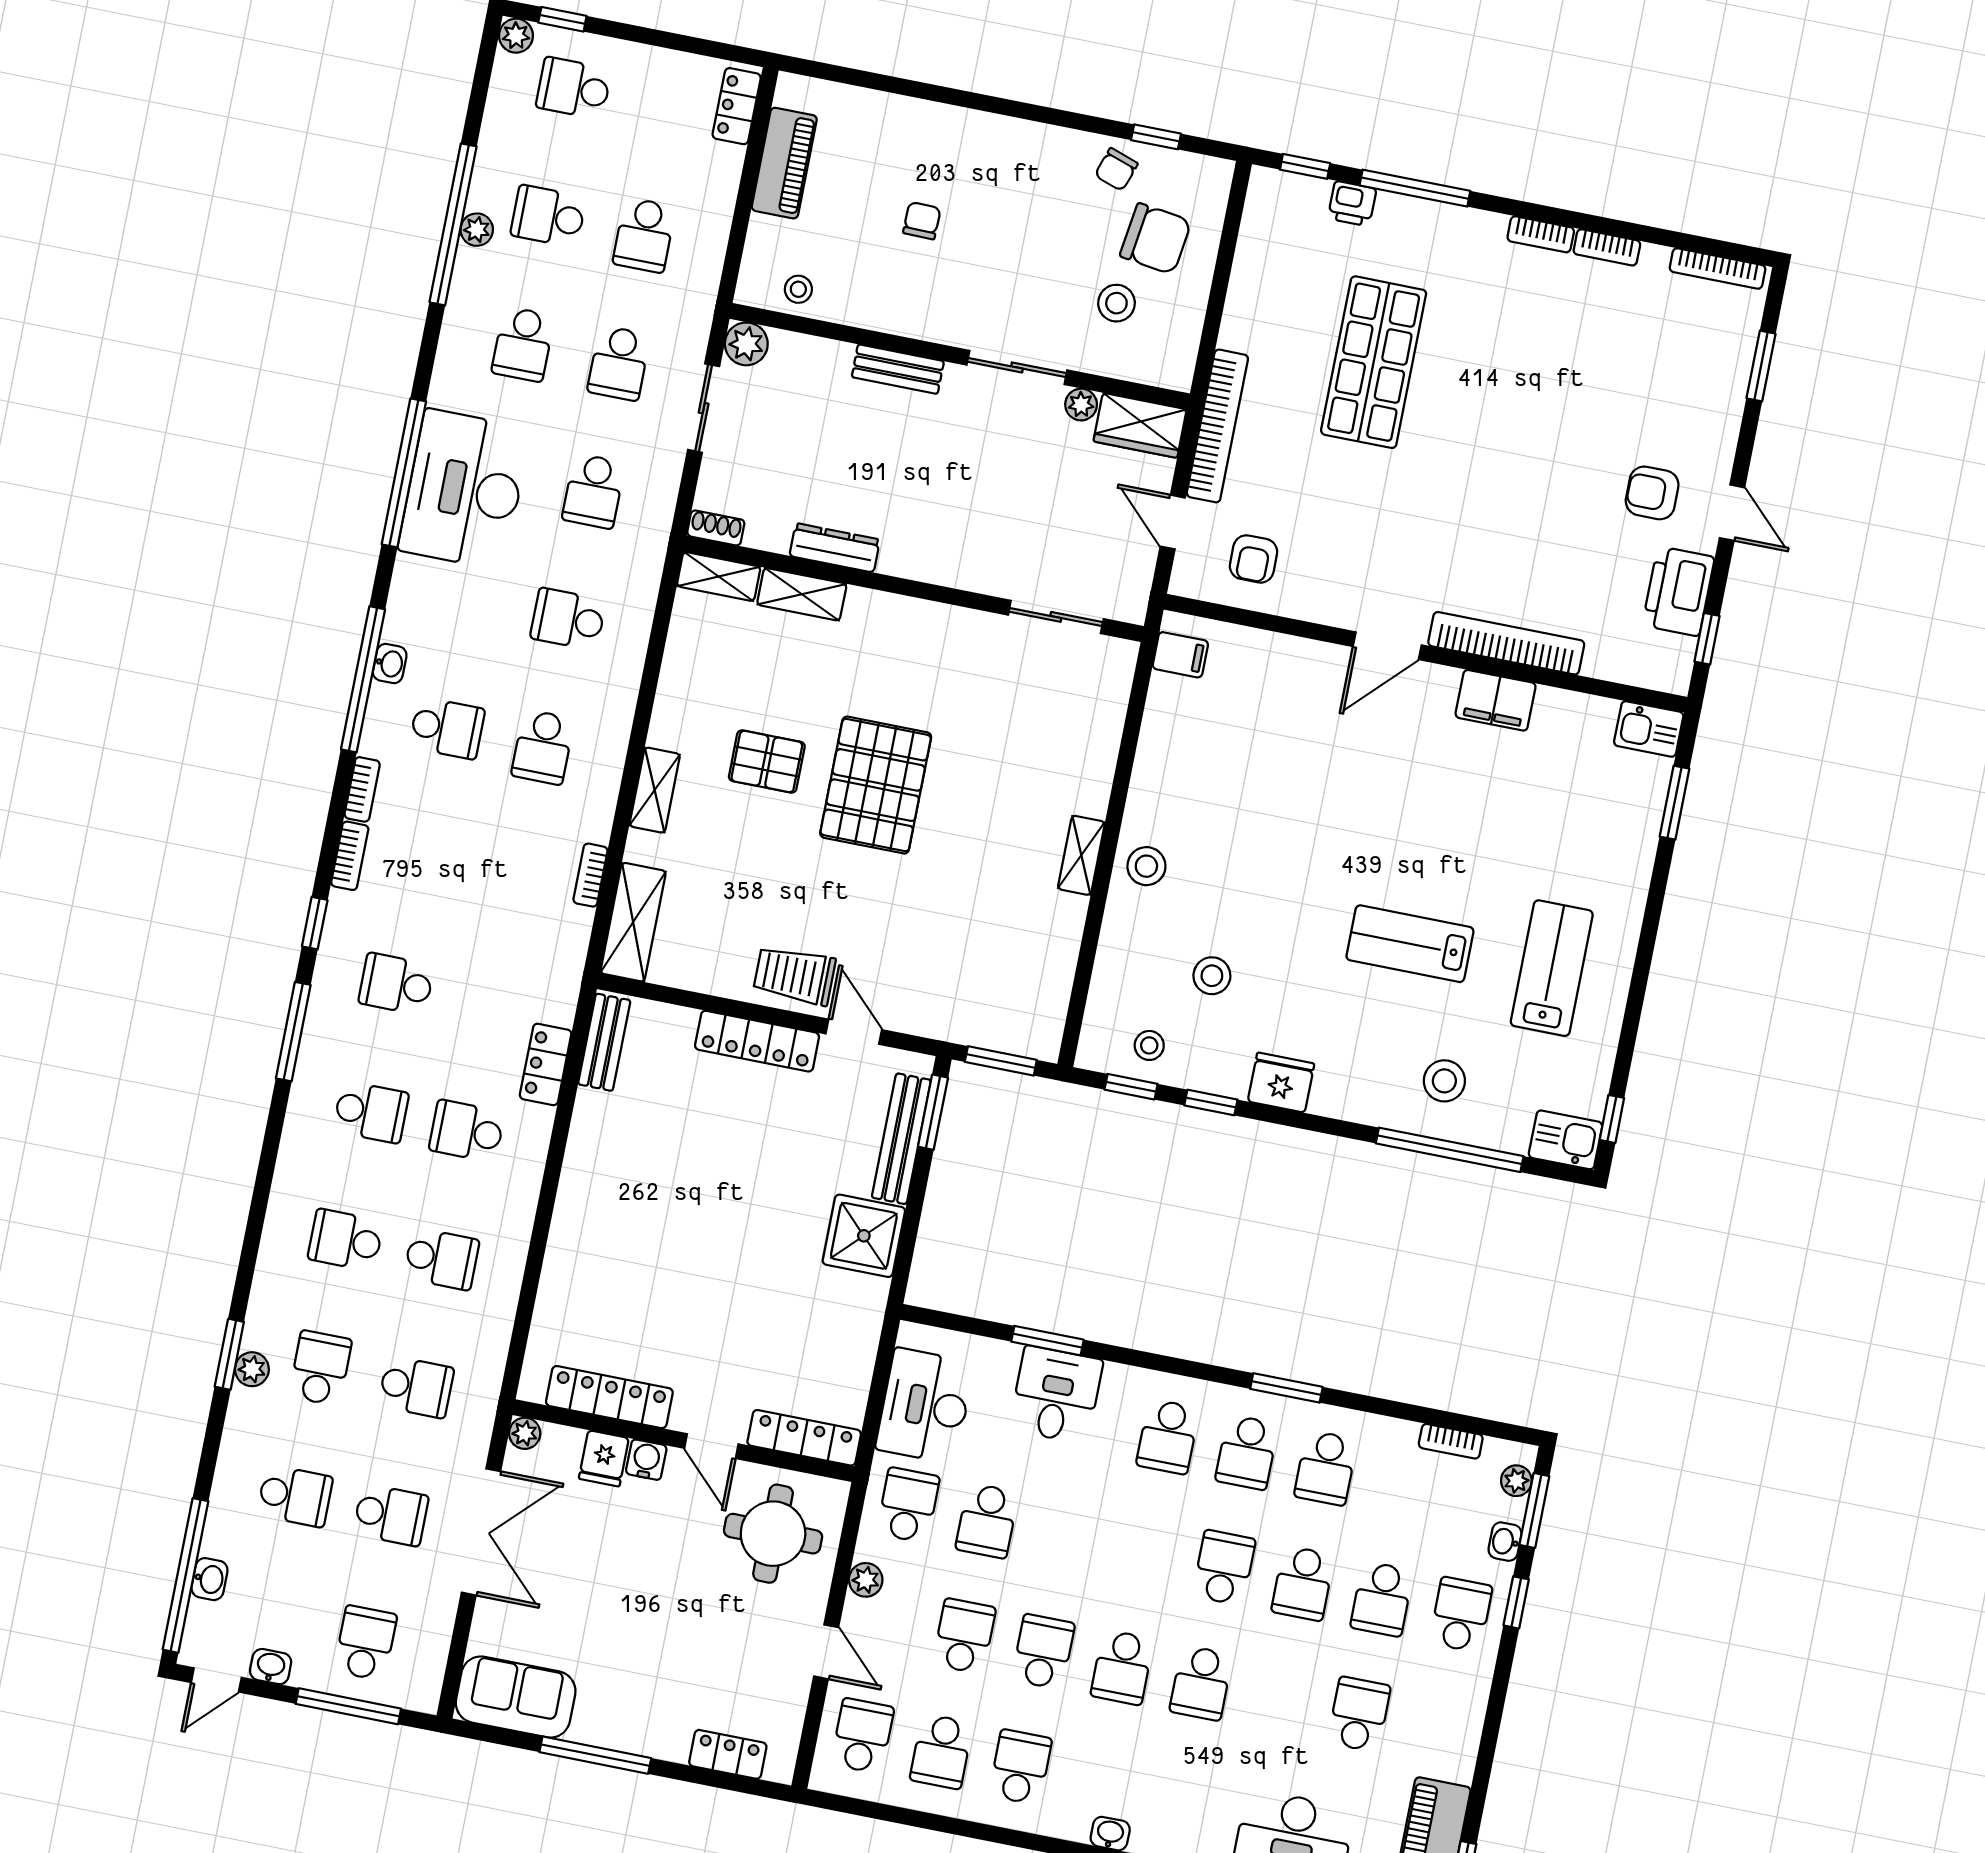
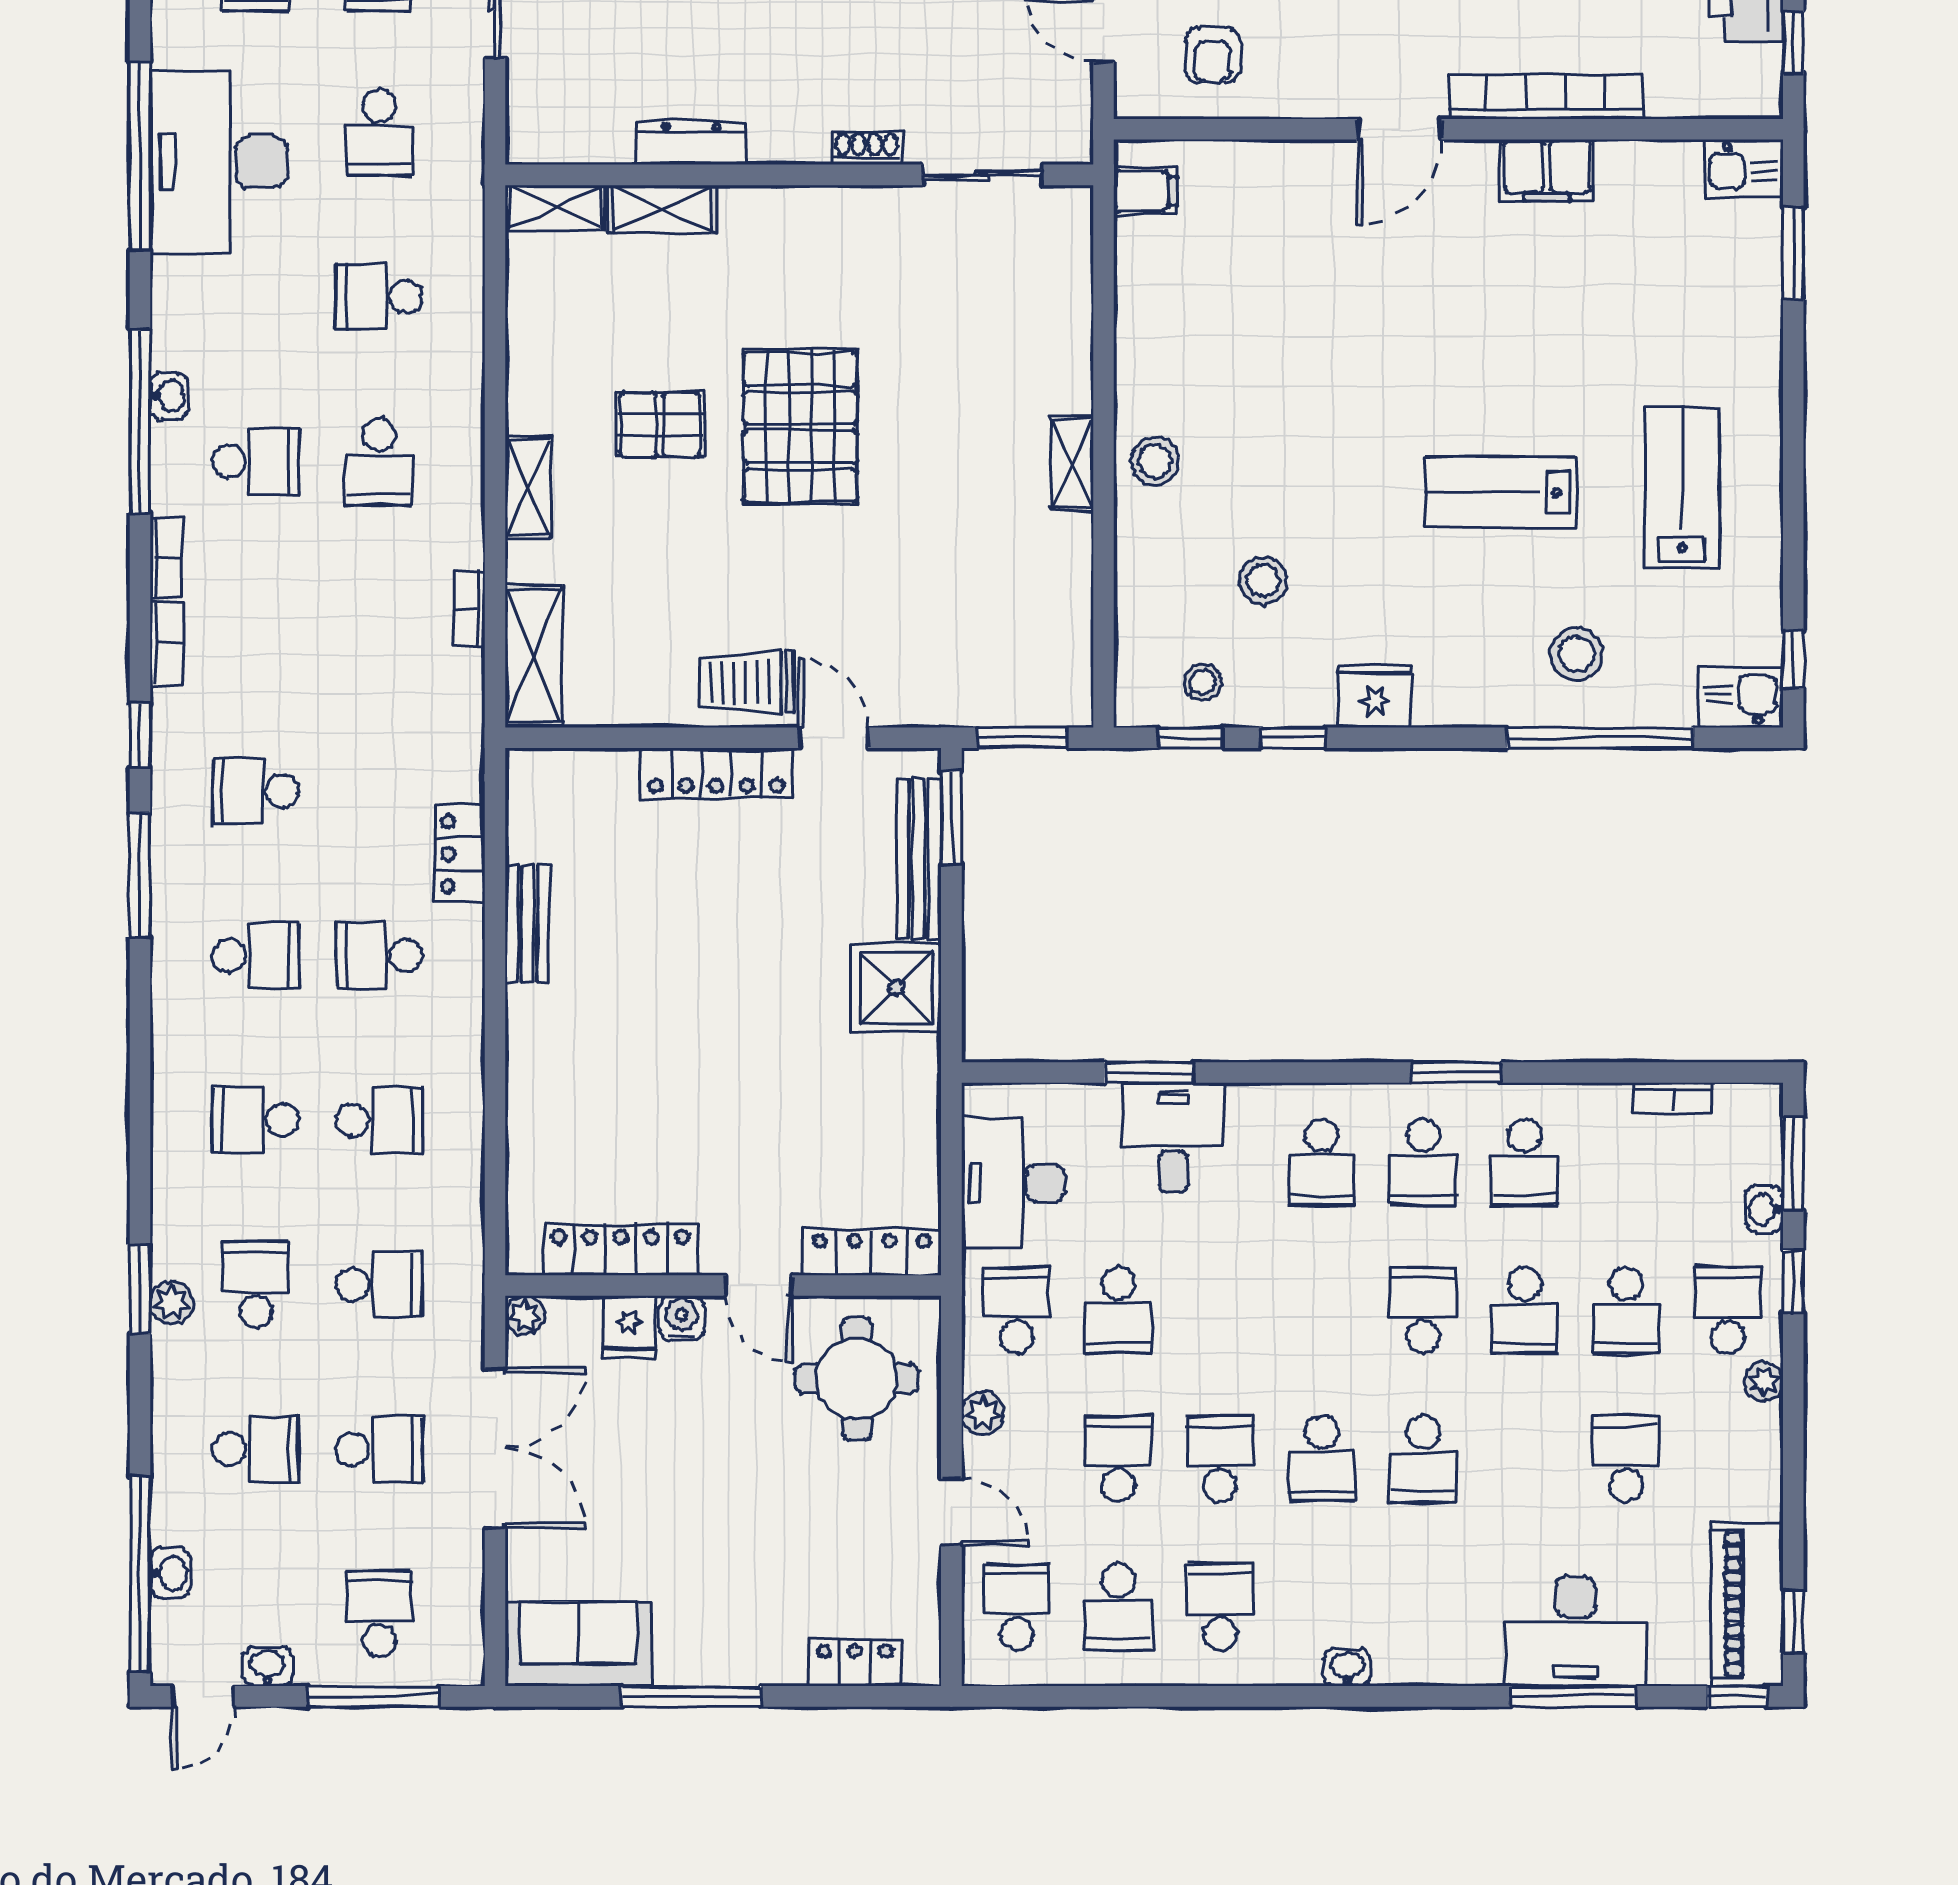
shoe rack: (716, 528) -> (867, 148), moved
bench: (604, 1042) -> (527, 924), moved
plant: (1516, 1481) -> (1764, 1381), moved

